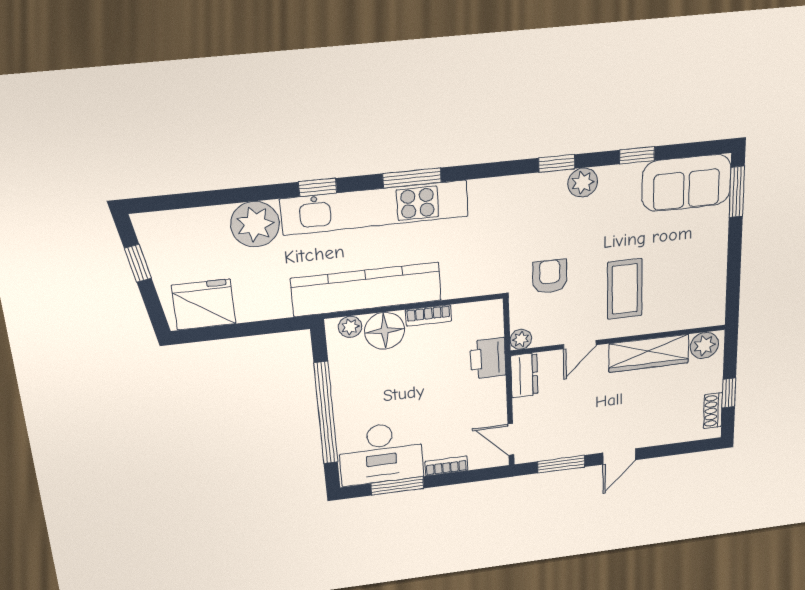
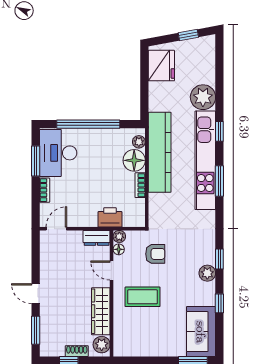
floor lamp: (543, 338) -> (119, 249), added
shoe rack: (713, 411) -> (77, 351), moved
window: (561, 464) -> (36, 330), moved

